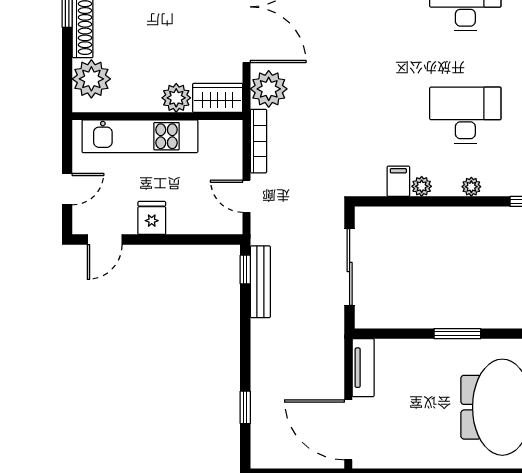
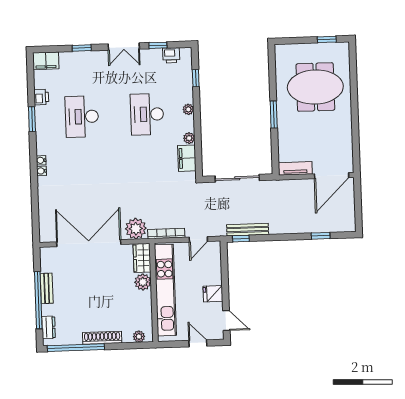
plant: (91, 79) -> (139, 336), width x0.53, depth x0.53
kitchen unit: (140, 136) -> (165, 290), width x1.36
filing cabinet: (398, 181) -> (187, 158), width x2.00

